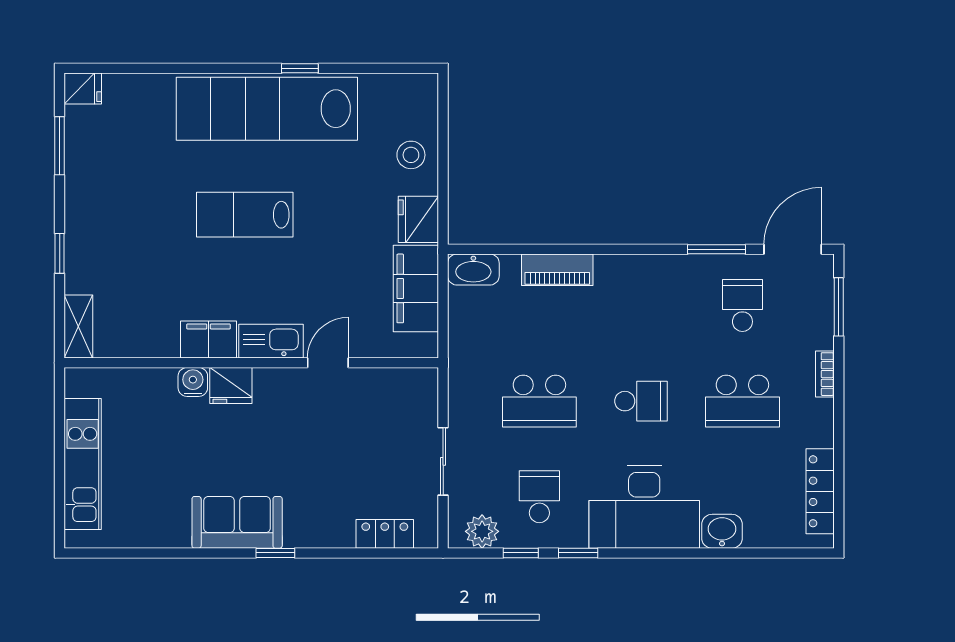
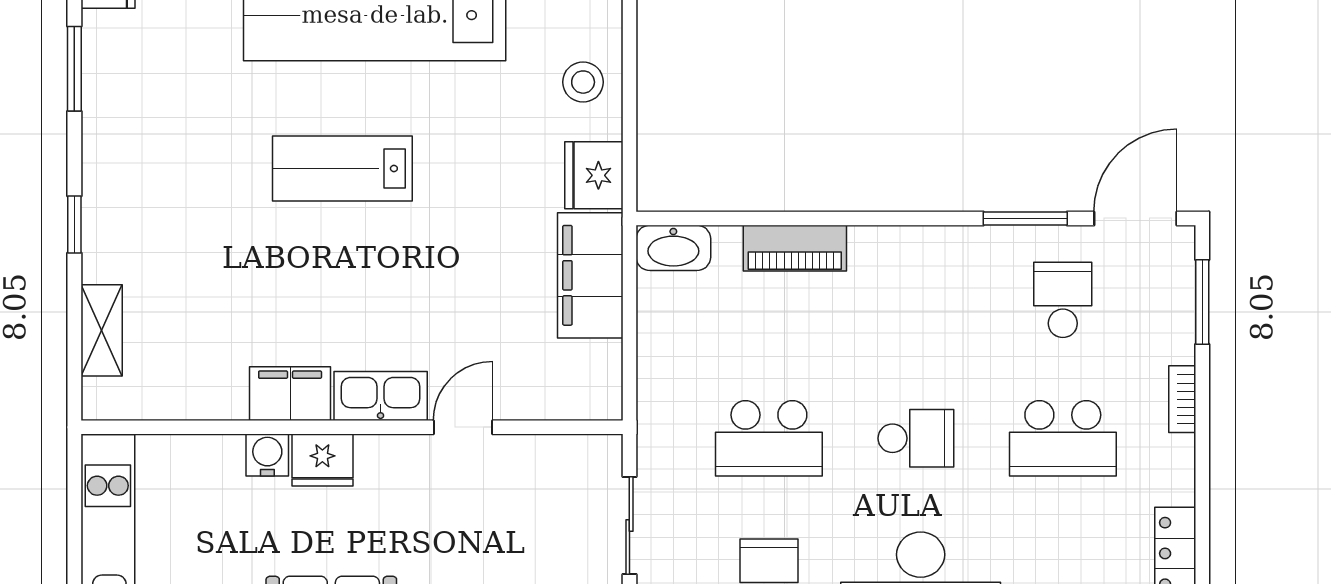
filing cabinet: (209, 339) -> (290, 394), moved
kitchen sink: (271, 341) -> (381, 396), moved
wall: (251, 363) -> (352, 427), moved
door: (328, 363) -> (463, 427), moved
water cooler: (193, 382) -> (267, 455), moved
fridge: (231, 385) -> (322, 460), moved

